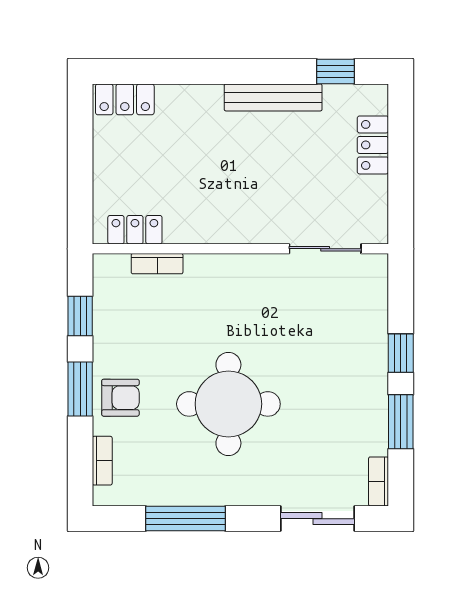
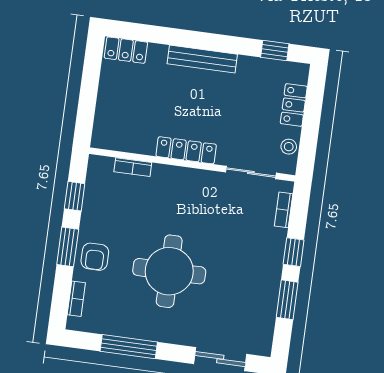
bench: (273, 97) -> (202, 59), moved
stool: (374, 205) -> (289, 147), added
locker: (135, 230) -> (186, 150), moved, width x1.53
armchair: (120, 398) -> (95, 257), turned 90
bookcase: (379, 481) -> (284, 210), moved

